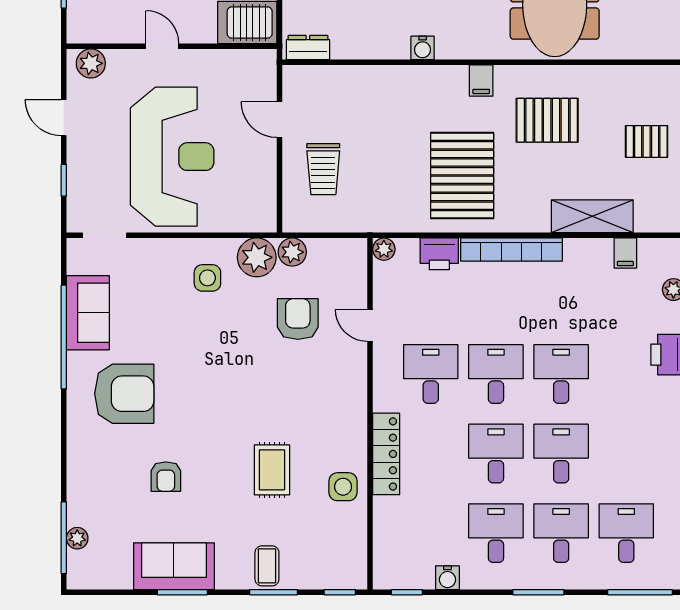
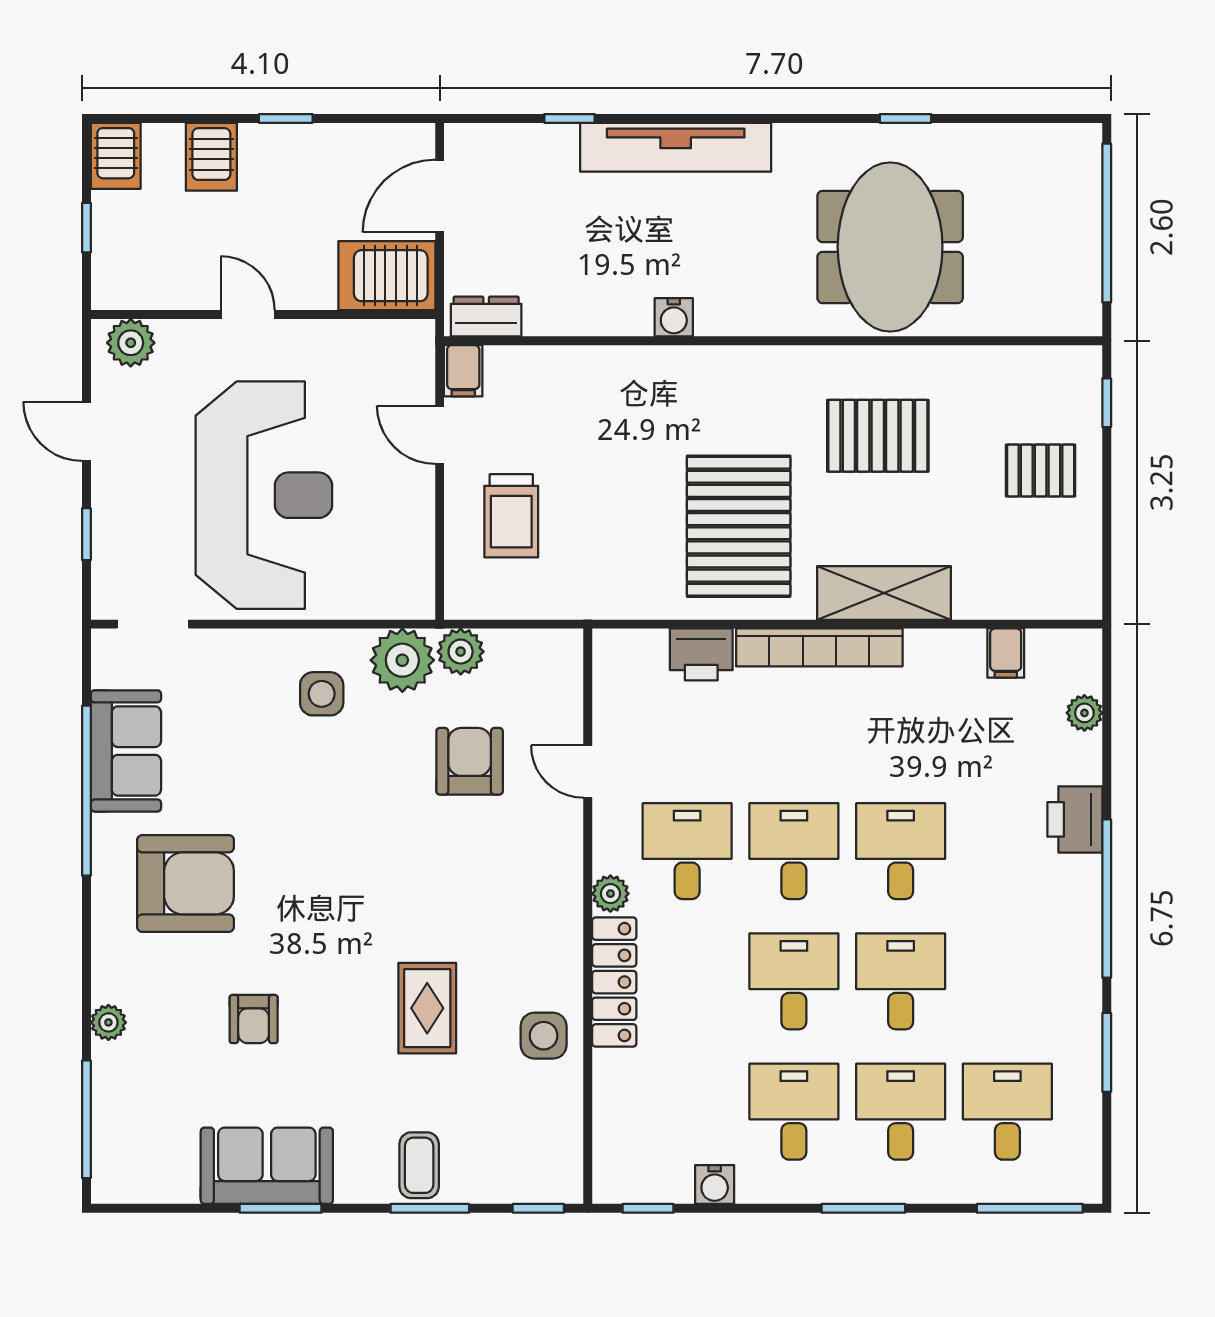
filing cabinet: (481, 81) -> (463, 371), moved
shelving: (592, 216) -> (884, 593), moved
plant: (384, 249) -> (610, 894), moved
plant: (77, 538) -> (108, 1022), moved

